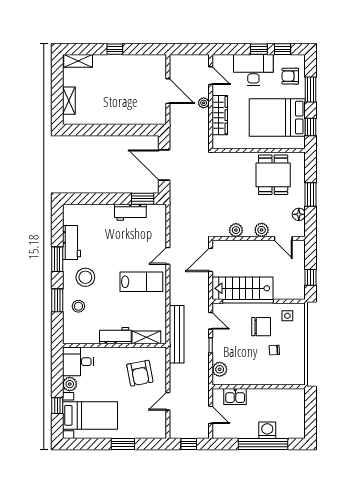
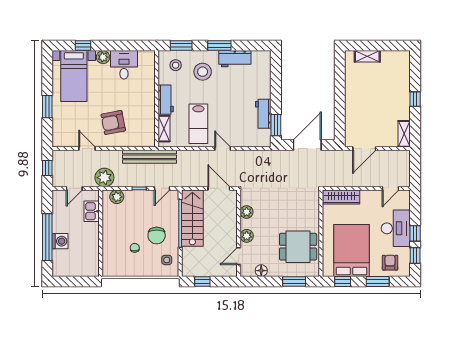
shelving: (78, 61) -> (404, 134), moved
door: (168, 91) -> (364, 149), moved
plant: (204, 103) -> (104, 178), moved, width x1.87, depth x1.87
wardrobe: (220, 115) -> (341, 197), moved
window: (311, 194) -> (294, 282), moved
workbench: (115, 336) -> (166, 100), moved
shelving: (146, 337) -> (164, 129), moved
wall: (114, 345) -> (157, 99), moved

